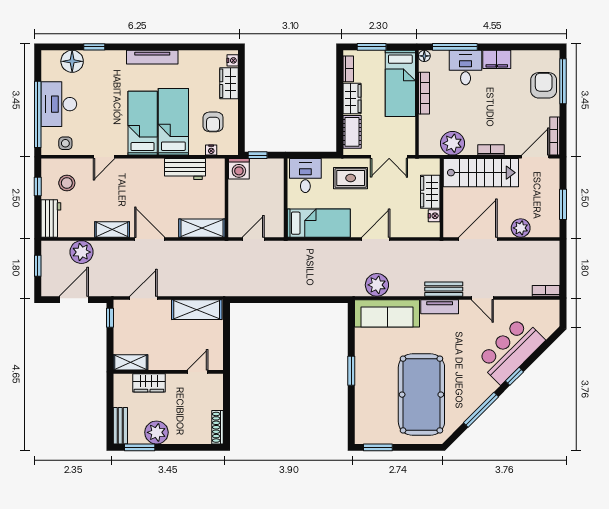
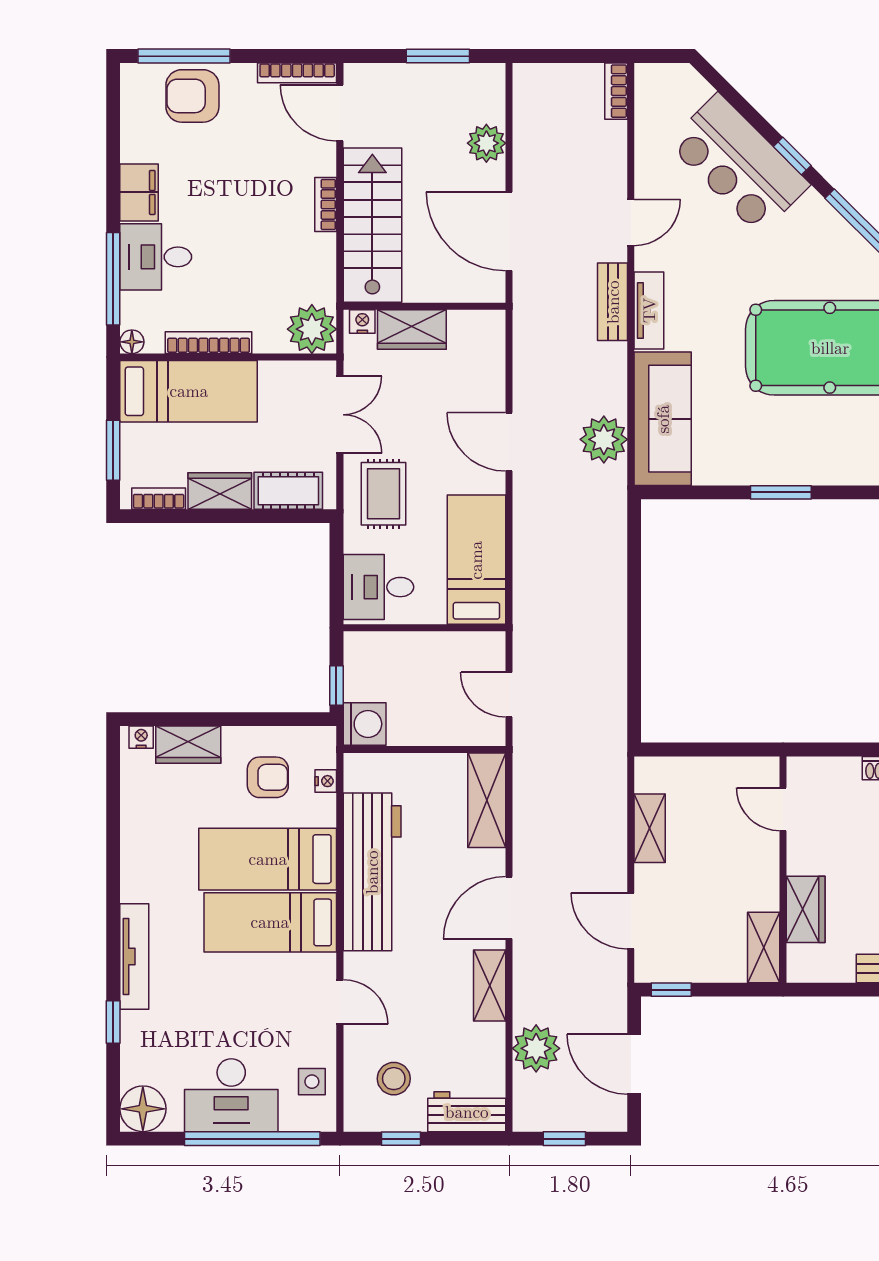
tv unit: (152, 57) -> (134, 956), moved
floor lamp: (72, 61) -> (143, 1109), moved
plant: (453, 143) -> (312, 329), moved
workbench: (185, 169) -> (372, 872), width x1.88, depth x1.32
nightstand: (434, 216) -> (362, 322), moved
shelving: (197, 310) -> (650, 828), width x0.67, depth x0.75

